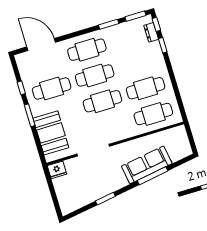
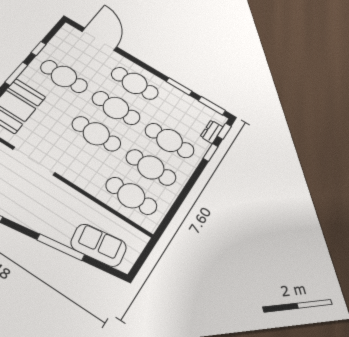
cafe table: (138, 62) -> (169, 140), added
sofa: (147, 165) -> (99, 245), moved, width x0.73

